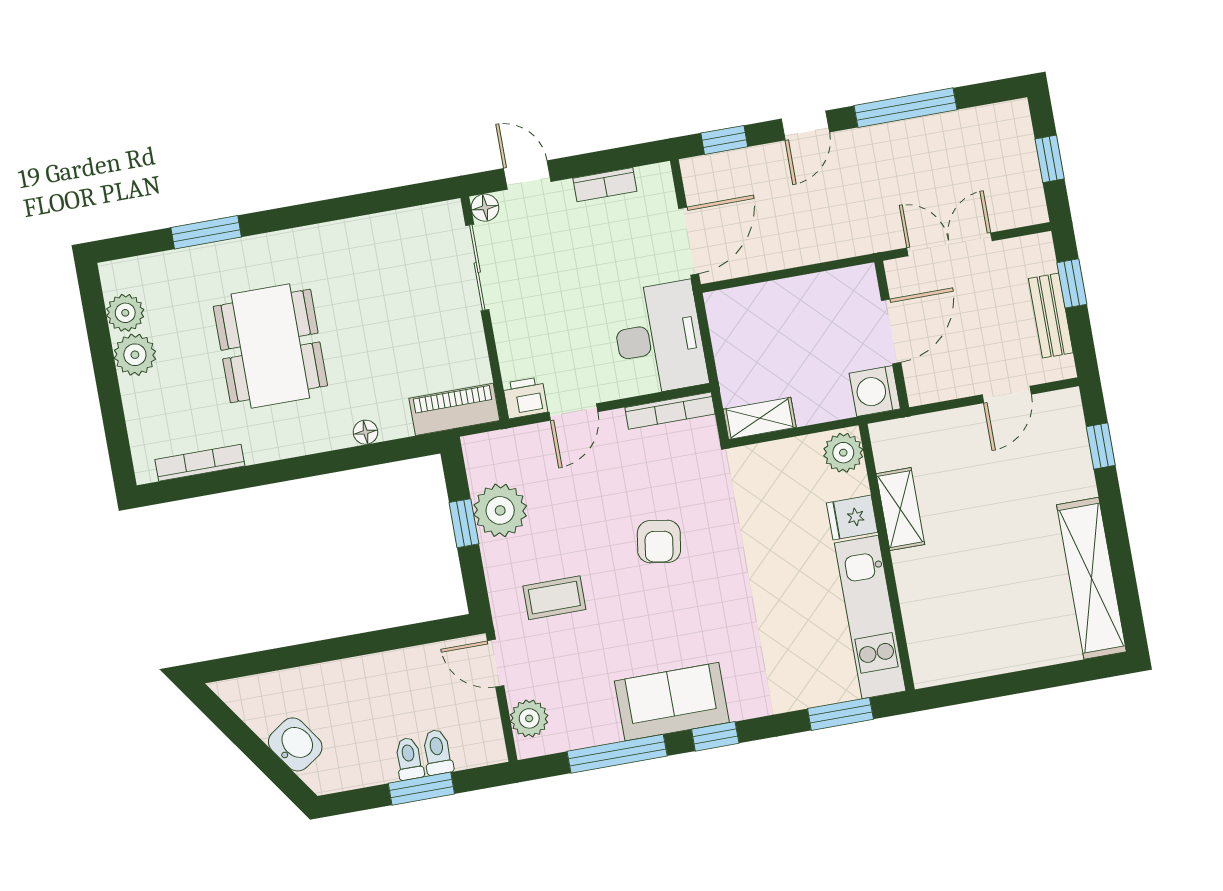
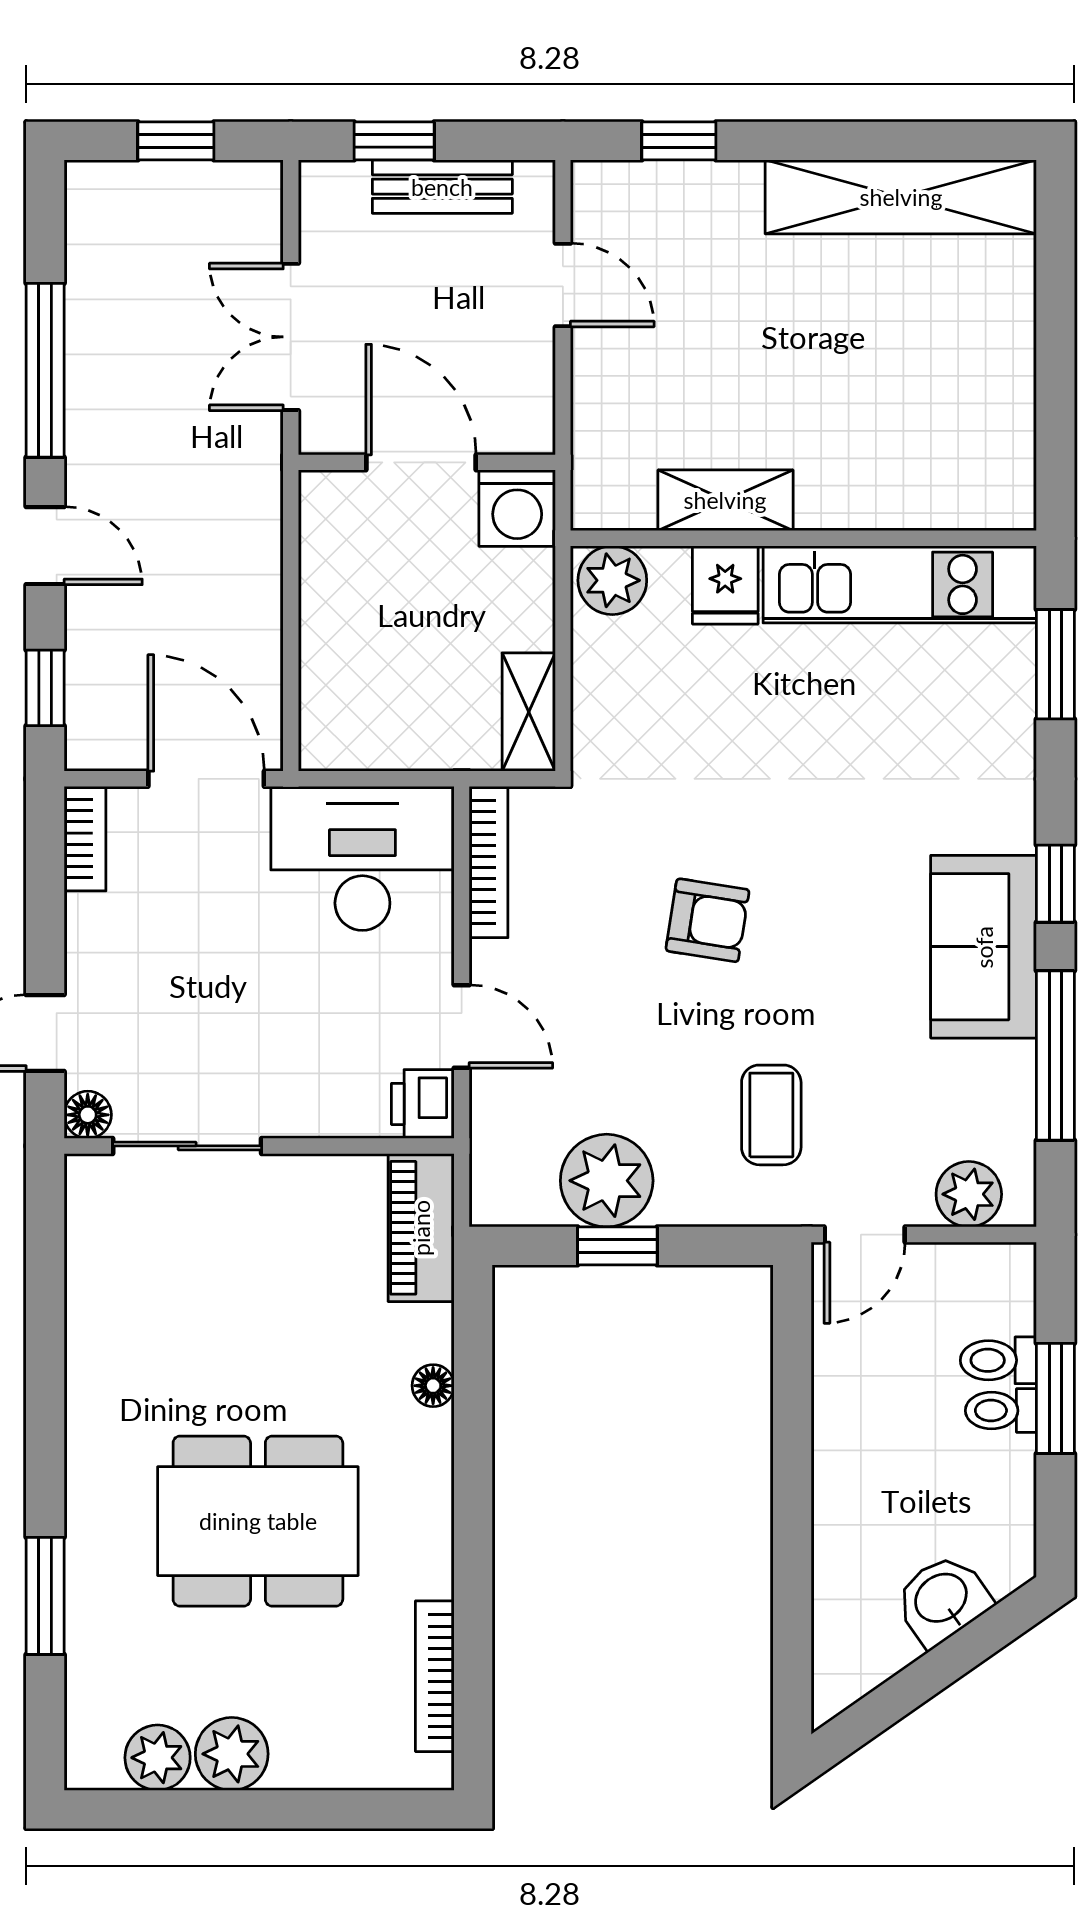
bookcase: (605, 185) -> (85, 839), moved

